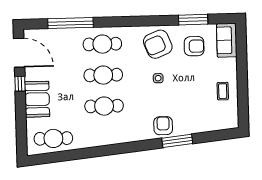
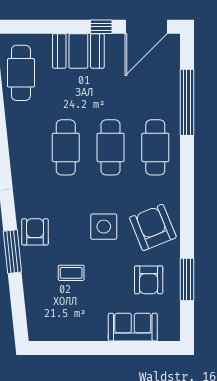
sofa: (227, 40) -> (133, 327), moved
side table: (158, 78) -> (104, 227), width x1.87, depth x1.87
coffee table: (223, 91) -> (71, 273), moved
armchair: (163, 126) -> (35, 232), turned -90

